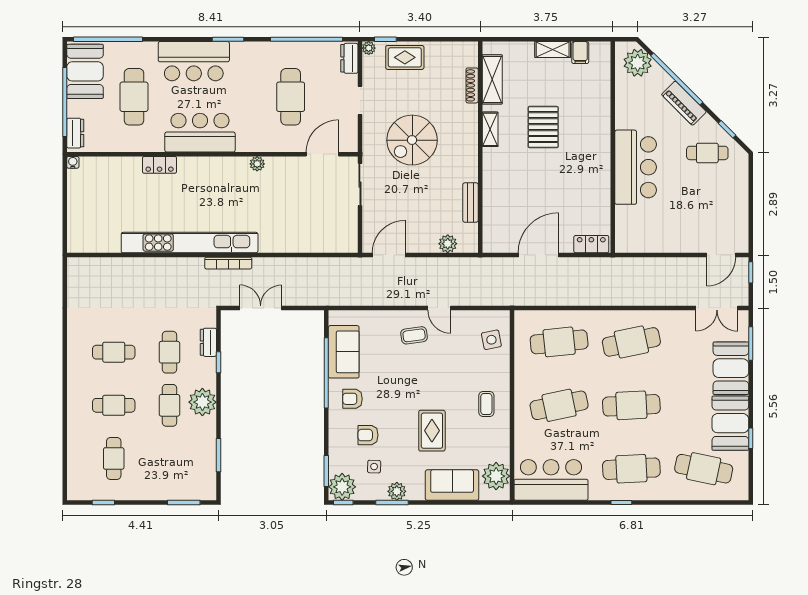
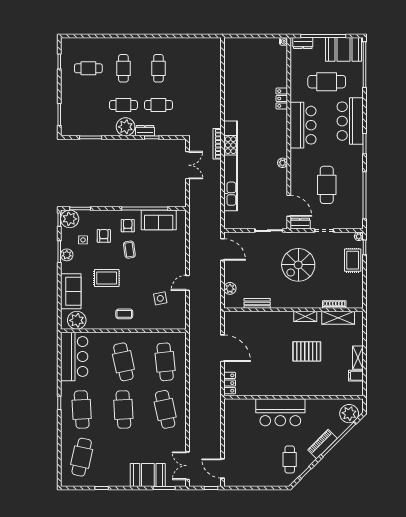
dresser: (349, 58) -> (300, 224), moved
cafe table: (291, 97) -> (327, 185), turned 90
spiral stairs: (412, 140) -> (298, 265), turned -90
kitchen unit: (190, 243) -> (231, 166), moved
coffee table: (414, 335) -> (129, 250), moved
side table: (491, 340) -> (160, 298), moved
dresser: (208, 342) -> (145, 131), moved
booth: (730, 423) -> (112, 475), removed

